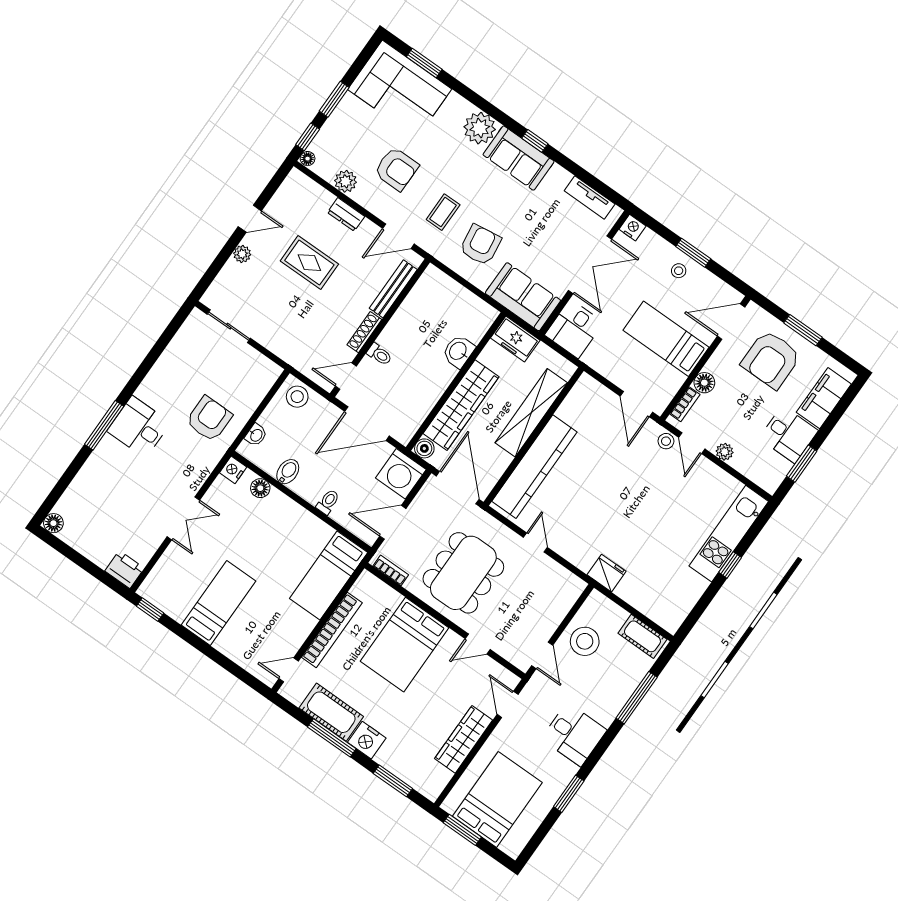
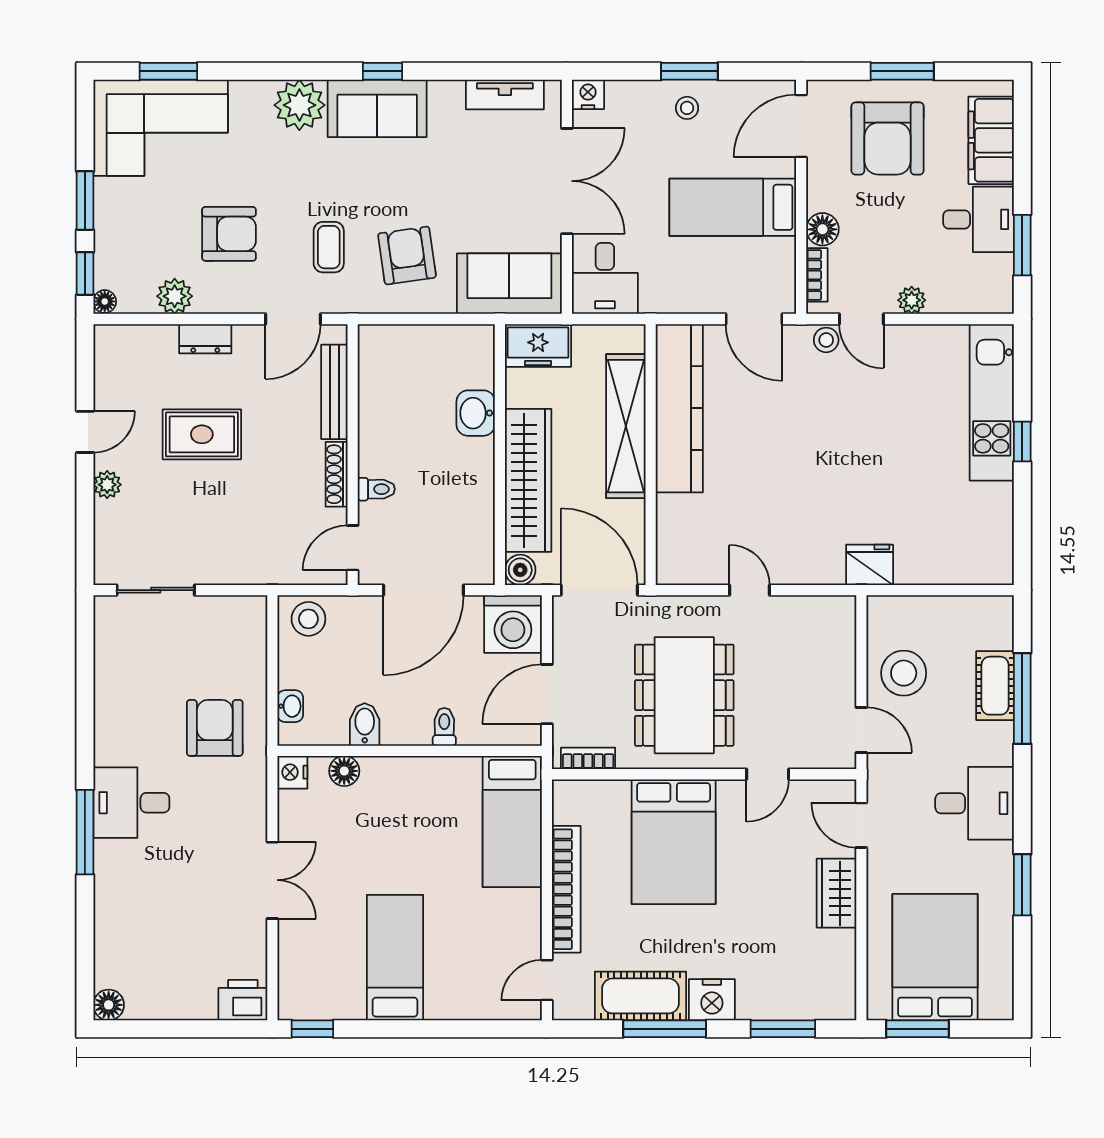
kitchen counter: (534, 467) -> (679, 408), moved
cot: (642, 636) -> (995, 686), moved, turned 90
wardrobe: (464, 739) -> (836, 893), width x0.67

